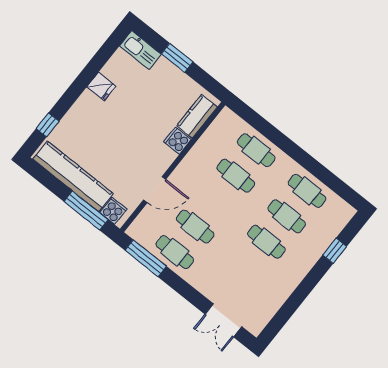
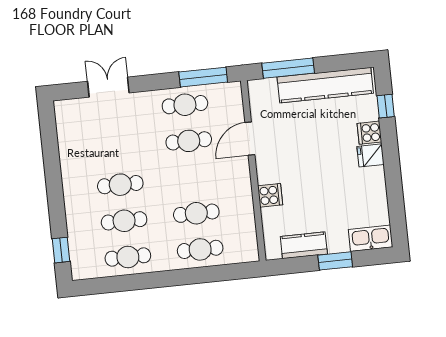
fridge: (101, 87) -> (370, 155), moved
kitchen counter: (197, 116) -> (304, 245), moved, turned -90
cooker: (113, 211) -> (369, 133), moved, turned 90
window: (335, 251) -> (61, 250), moved
double door: (223, 320) -> (108, 87), moved

